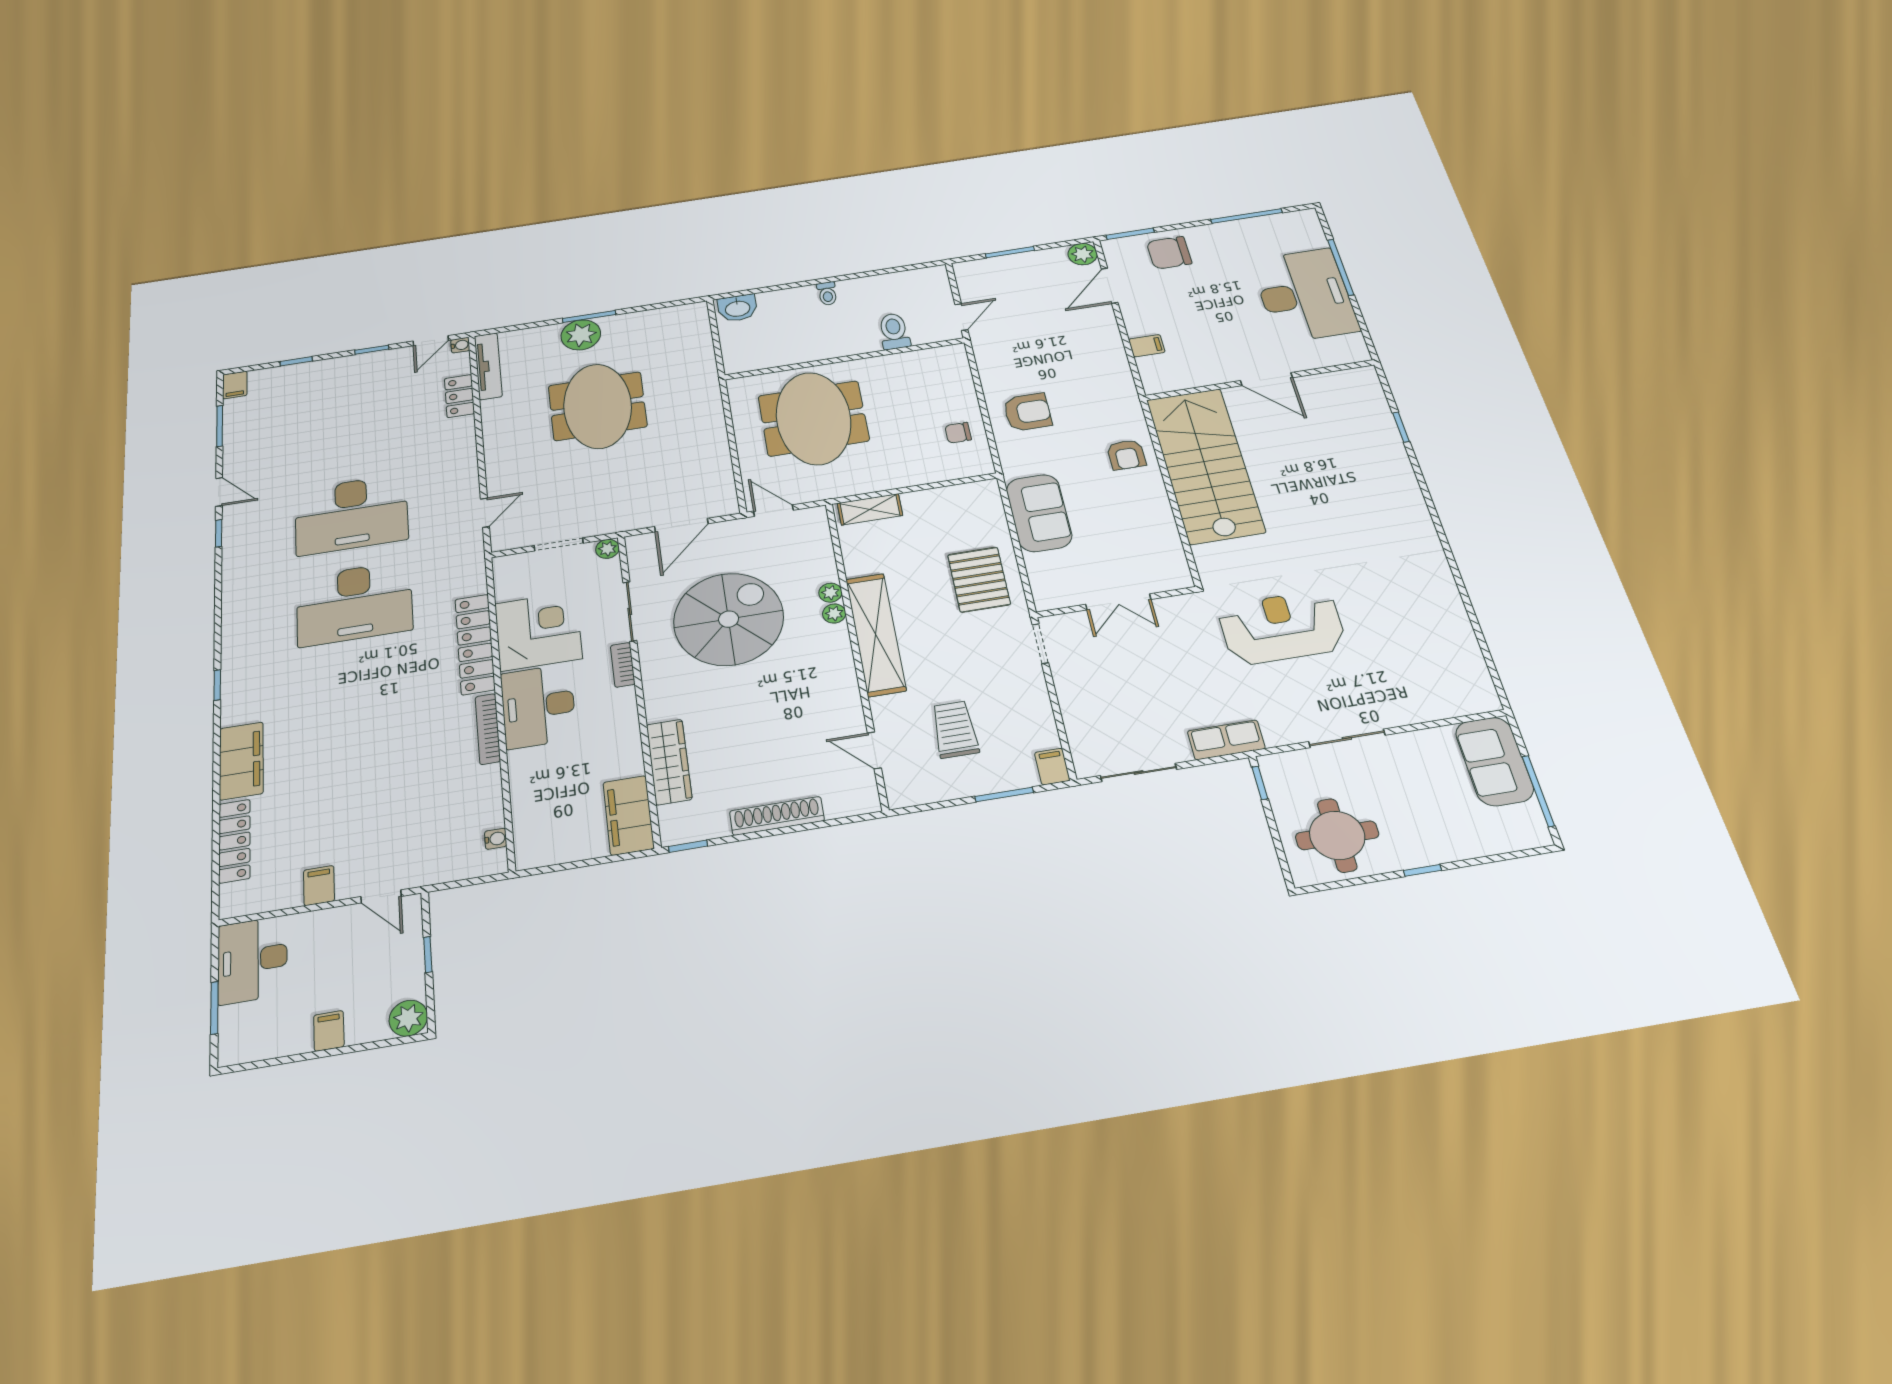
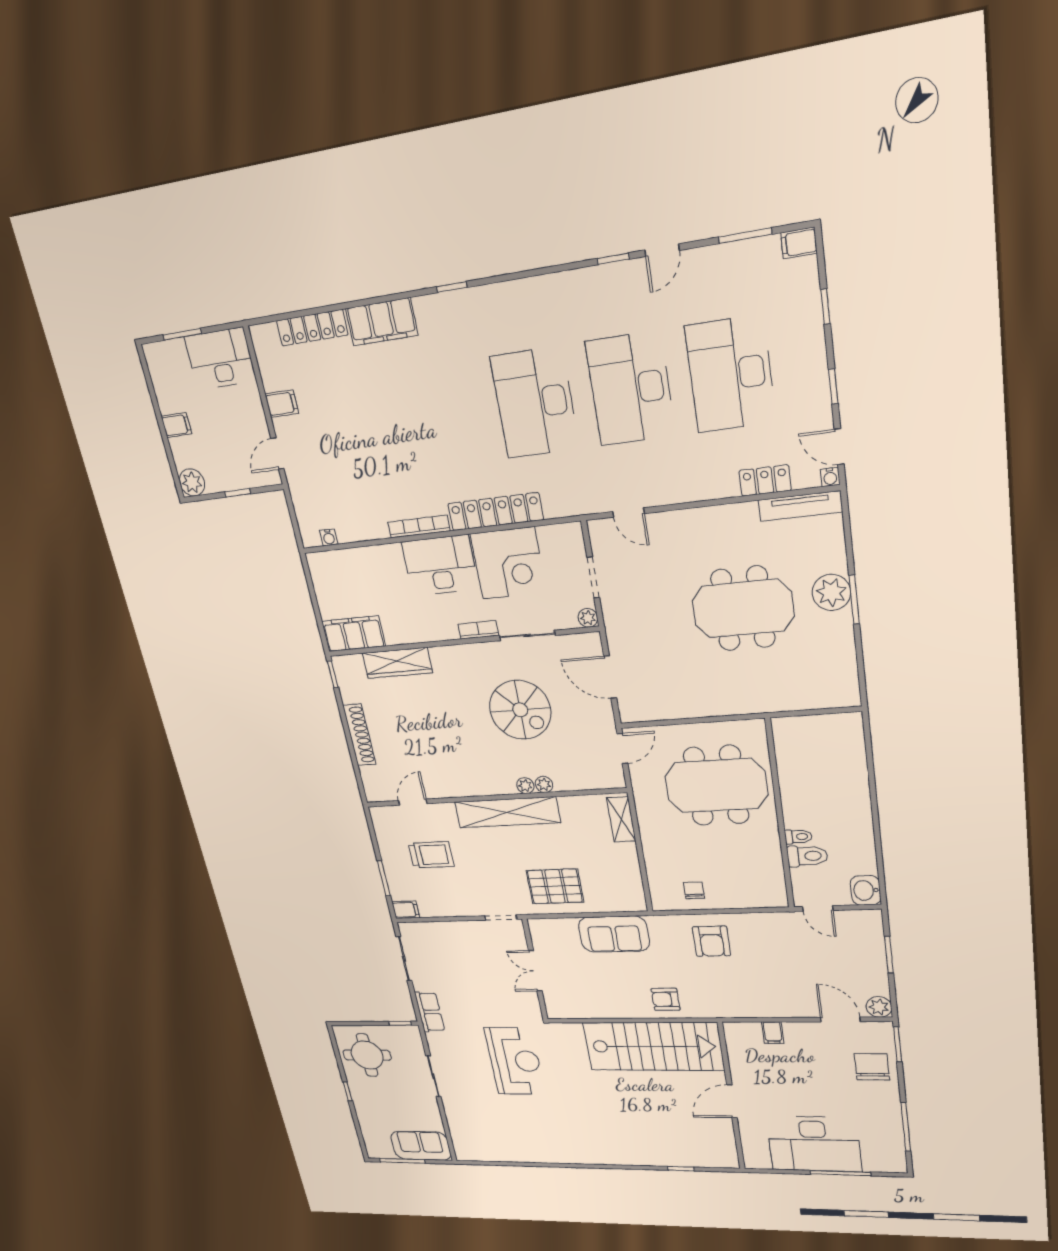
toilet: (827, 294) -> (798, 837), moved, turned 180
washbasin: (738, 308) -> (866, 890), moved
desk: (349, 430) -> (730, 374), added
spiral stairs: (729, 619) -> (520, 710), width x0.73, depth x0.73

